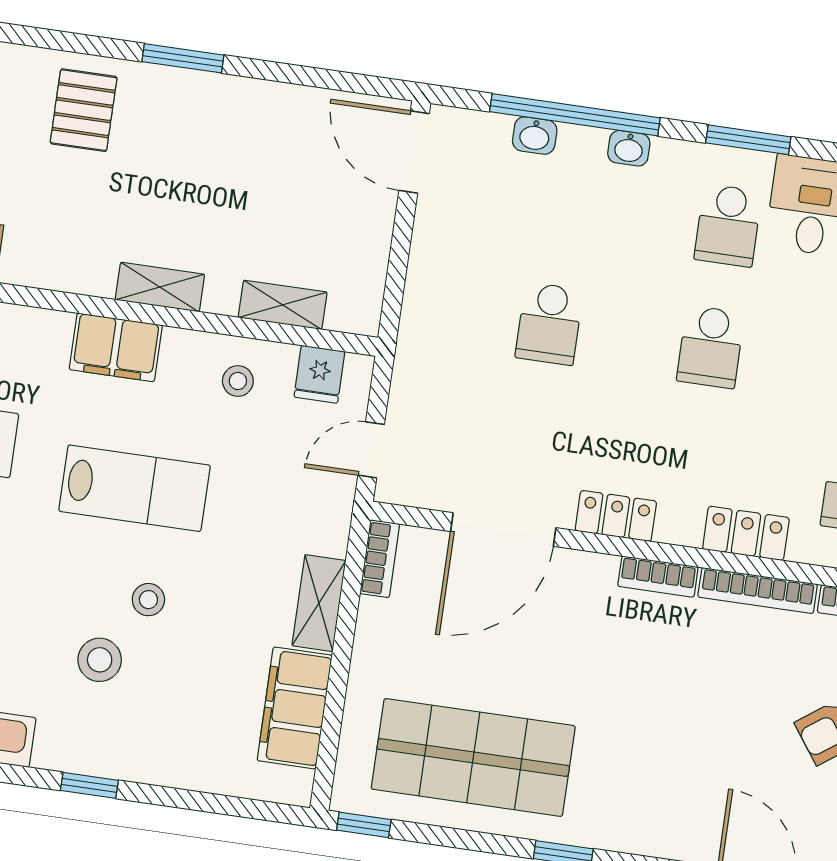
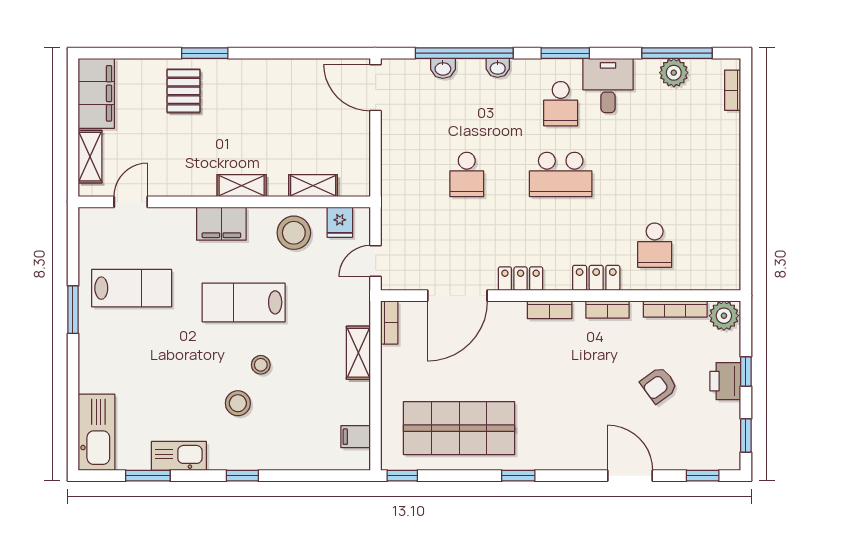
window: (183, 58) -> (205, 53), moved
school desk: (711, 347) -> (561, 174), width x1.85
stool: (238, 381) -> (294, 233), width x1.89, depth x1.89
lab bench: (134, 488) -> (244, 302), turned 180
bookcase: (758, 591) -> (608, 310), width x0.64
filing cabinet: (295, 708) -> (356, 437), width x0.33, depth x0.86

